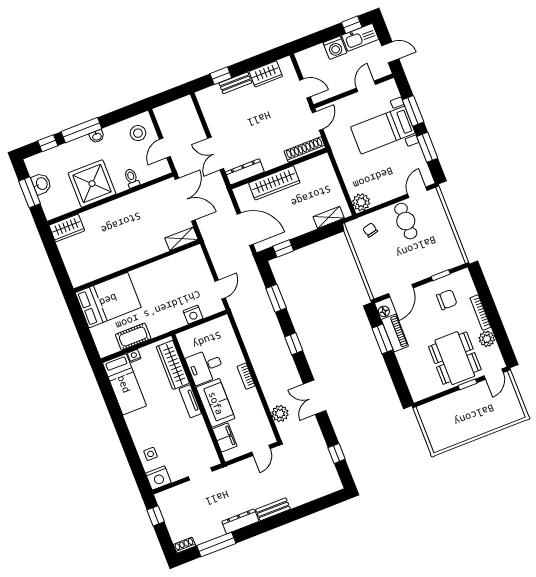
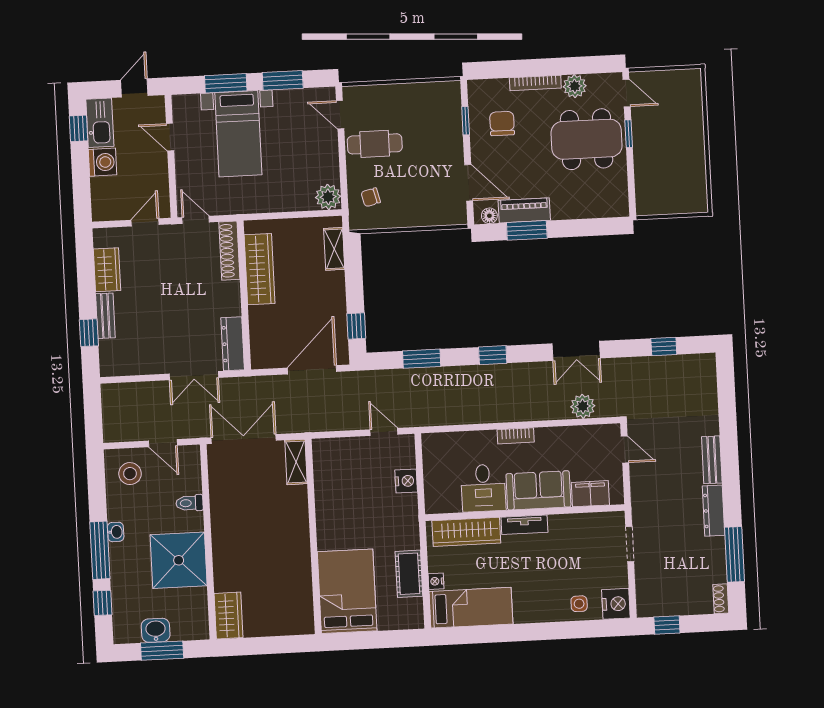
wardrobe: (274, 183) -> (259, 269), moved

